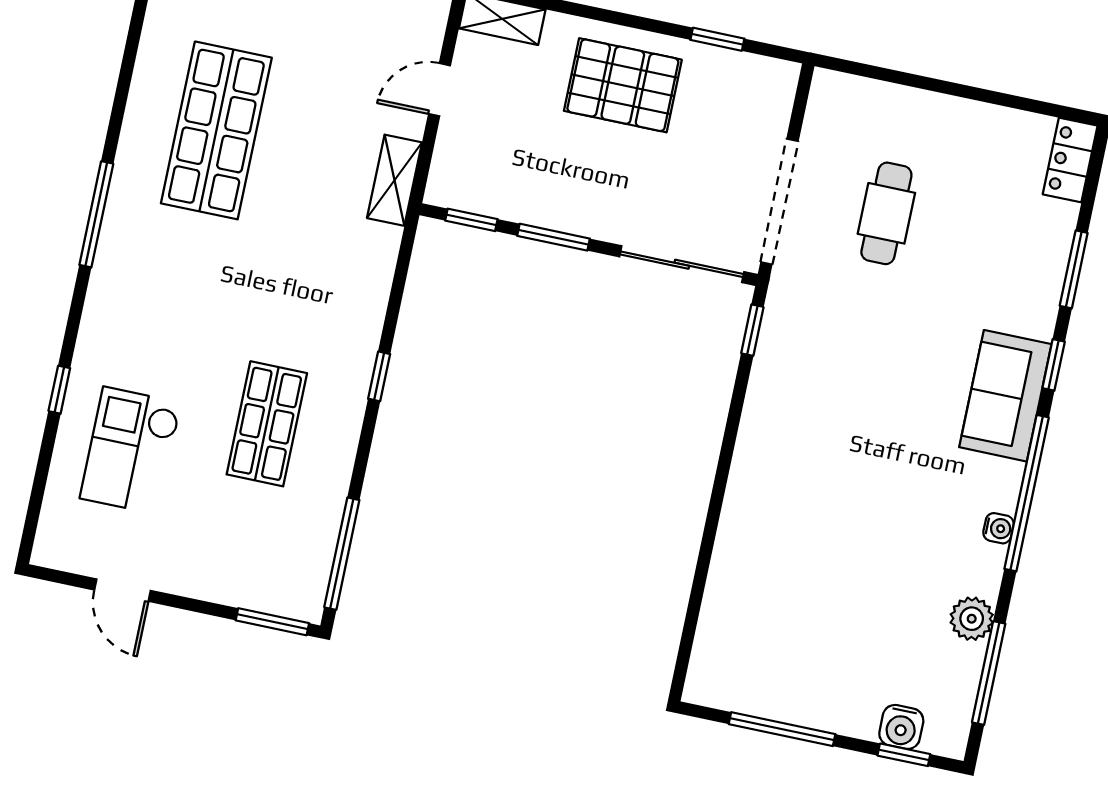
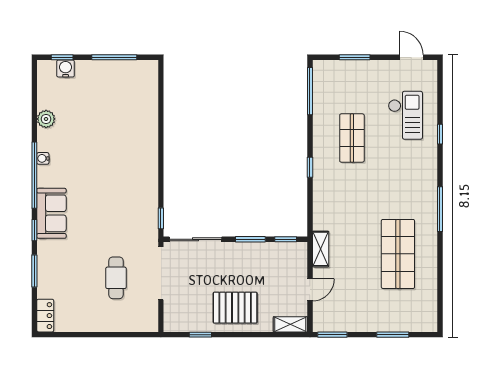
door: (123, 590) -> (411, 57), moved
window: (272, 622) -> (355, 57), moved
window: (989, 673) -> (34, 98), removed

